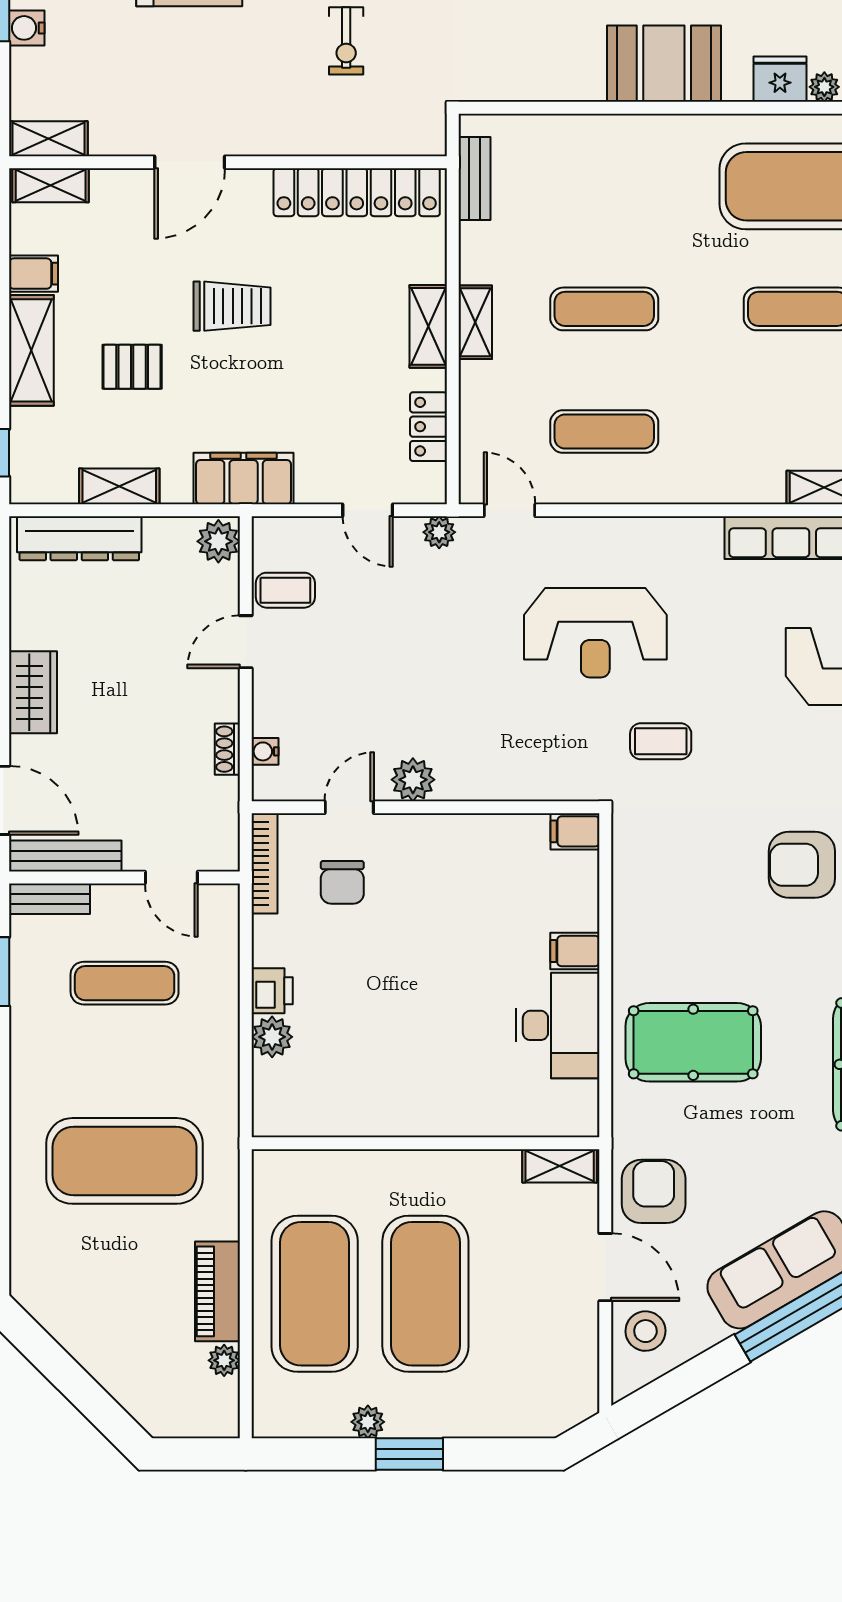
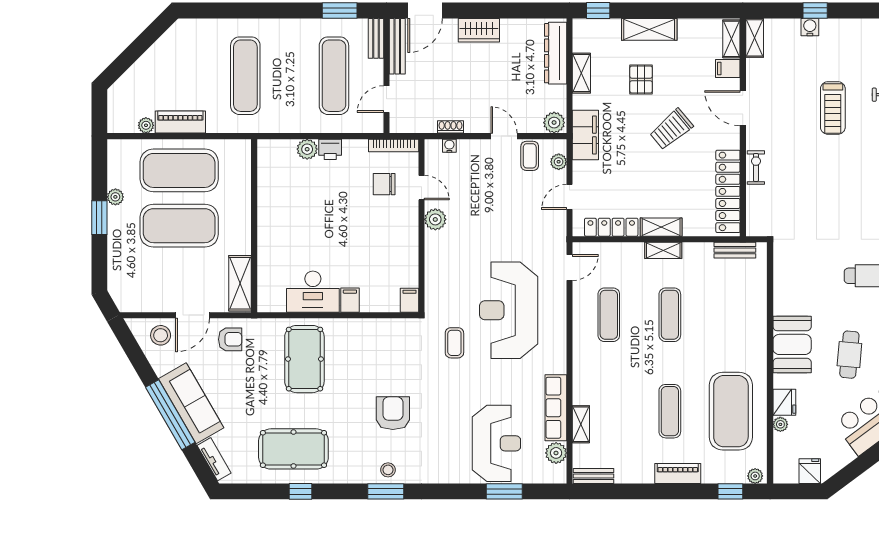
exercise bike: (346, 41) -> (756, 168), moved, turned 90
filing cabinet: (34, 274) -> (728, 68), moved, turned 90
trolley: (232, 306) -> (671, 129), turned 50
locker: (429, 427) -> (611, 227), width x1.53
plant: (439, 532) -> (559, 162), moved
reception desk: (595, 633) -> (509, 310), width x1.36, depth x1.30
exercise mat: (125, 983) -> (334, 76), width x1.36, depth x1.45
exercise mat: (125, 1161) -> (245, 76), width x0.68
shelving: (560, 1166) -> (240, 283), width x1.50, depth x1.33
armchair: (654, 1191) -> (230, 339), width x0.72, depth x0.72

